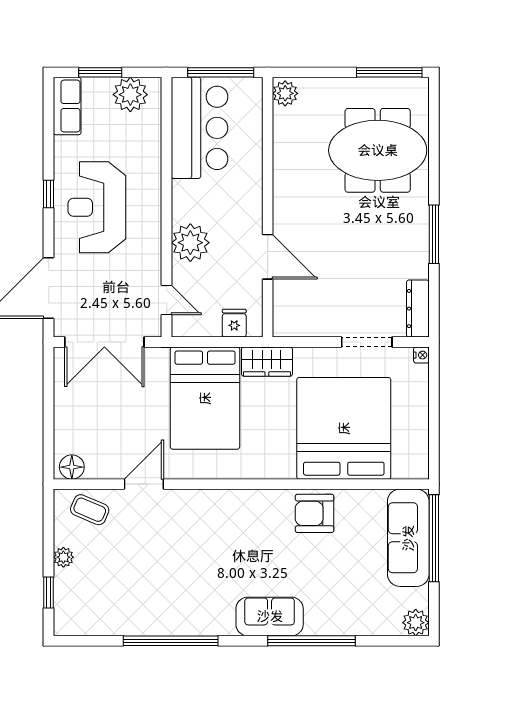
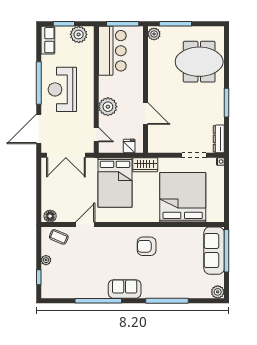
window: (389, 72) -> (175, 24), moved
window: (49, 194) -> (39, 83), width x3.17
armchair: (315, 513) -> (147, 246), moved
sofa: (270, 616) -> (125, 289), moved

